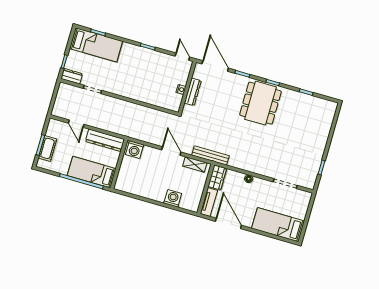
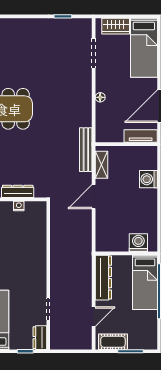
cot: (47, 148) -> (113, 342), moved
washing machine: (135, 150) -> (138, 243), moved, turned -90
wardrobe: (217, 177) -> (116, 26), moved, turned 180

